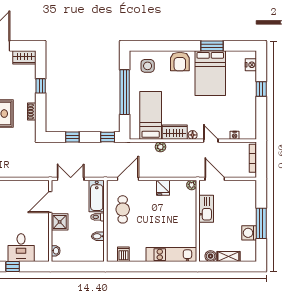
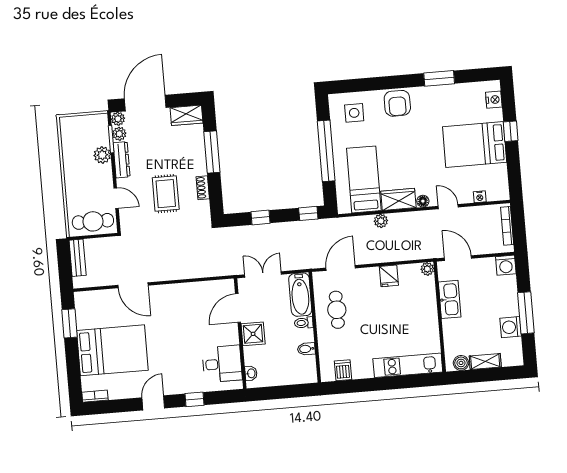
bed: (210, 73) -> (475, 144), moved, turned 90
window: (41, 86) -> (212, 152), width x2.17
washing machine: (249, 187) -> (506, 265), added
desk: (21, 248) -> (222, 364), moved, turned -90

